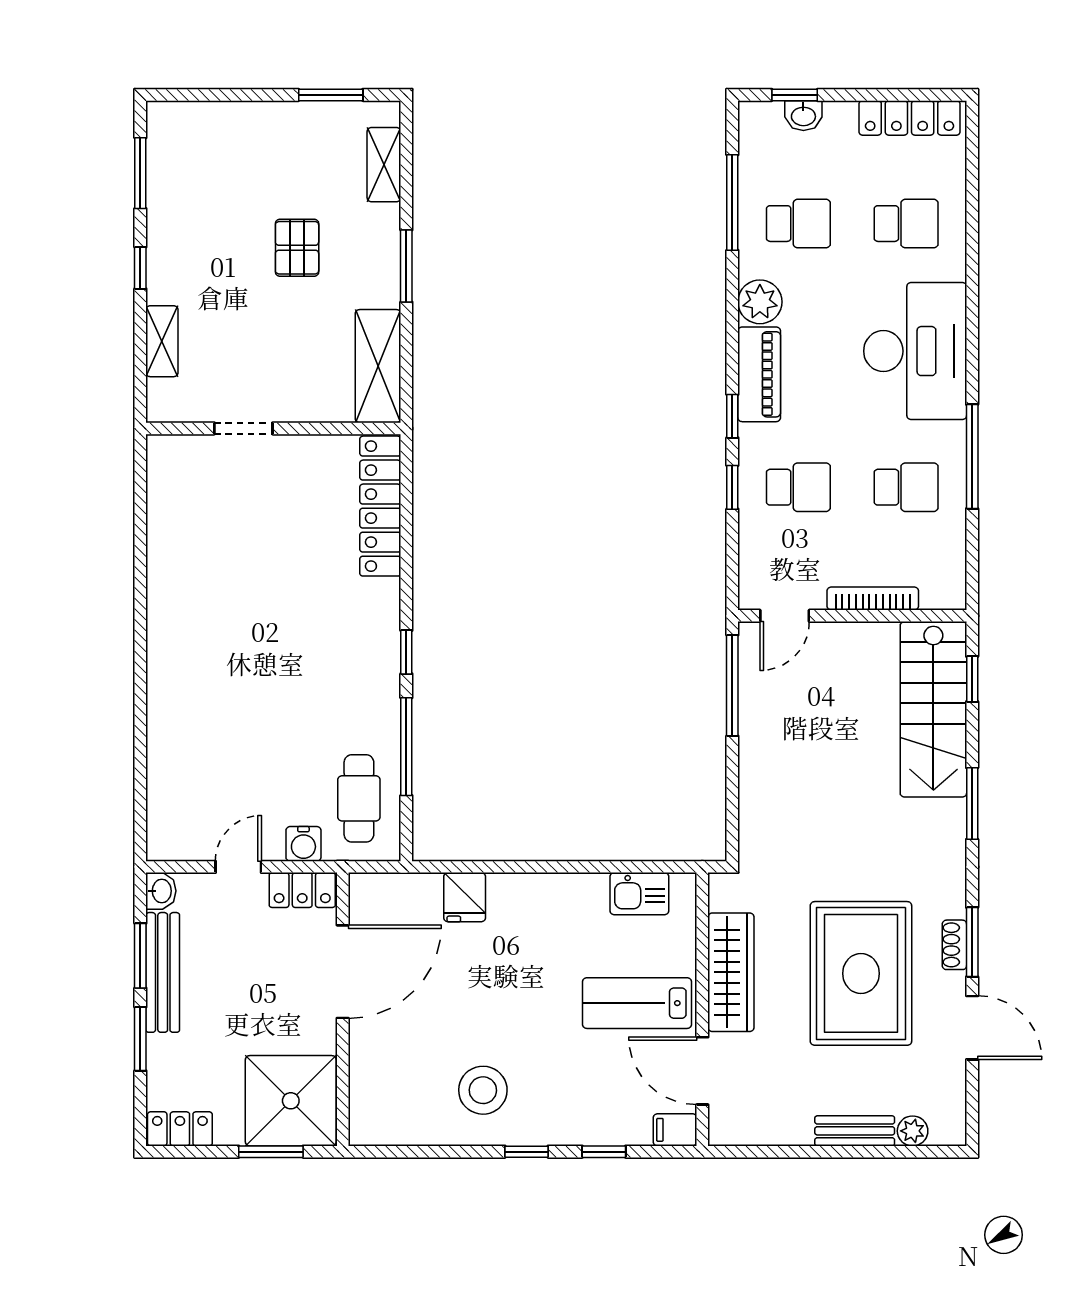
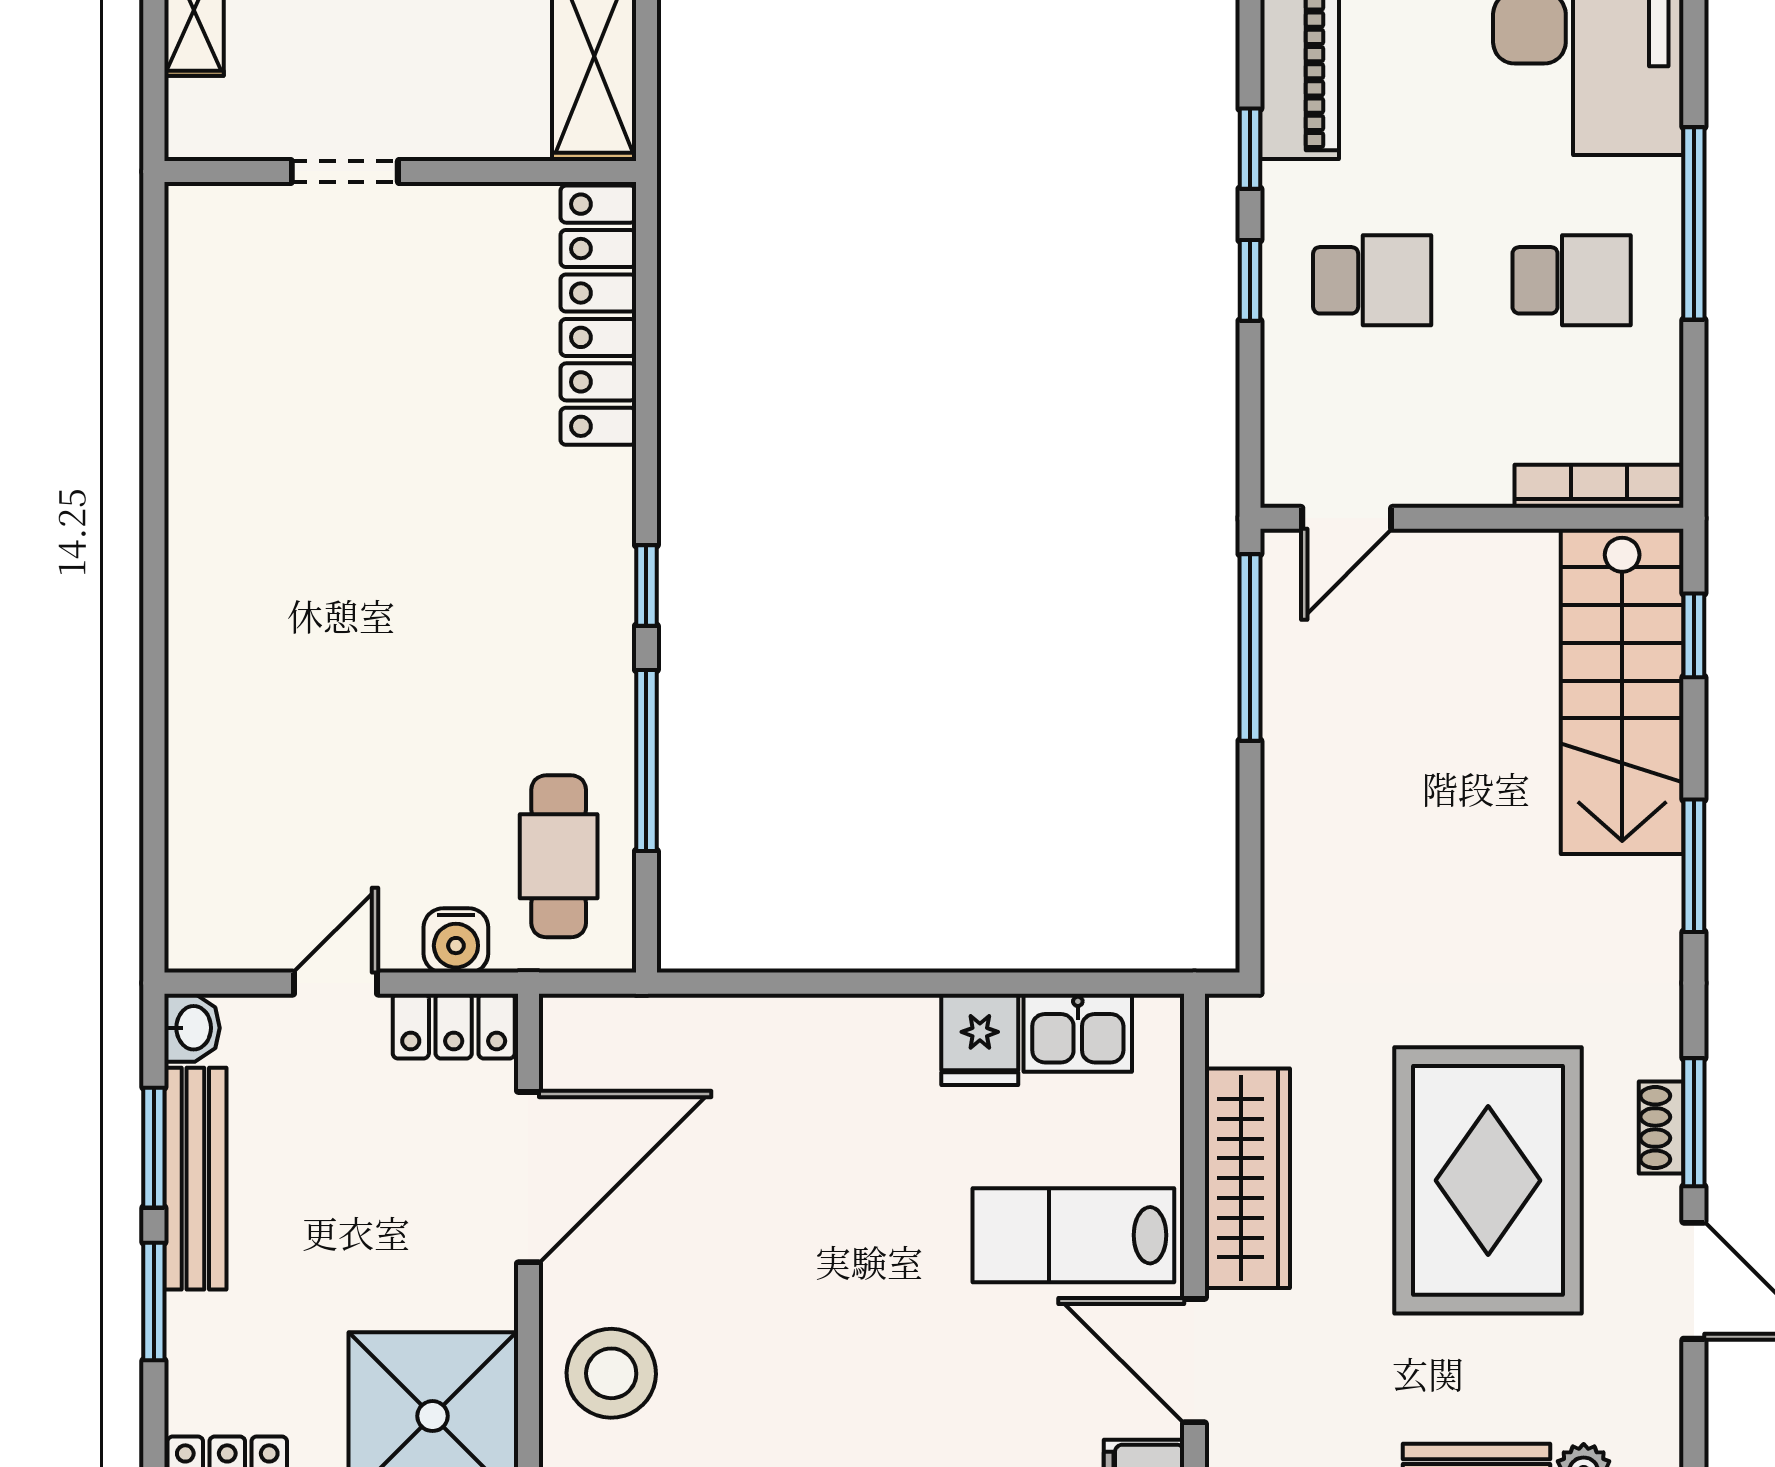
bookcase: (873, 599) -> (1599, 486), moved
fridge: (465, 897) -> (980, 1039), moved
stool: (483, 1090) -> (611, 1373), moved

